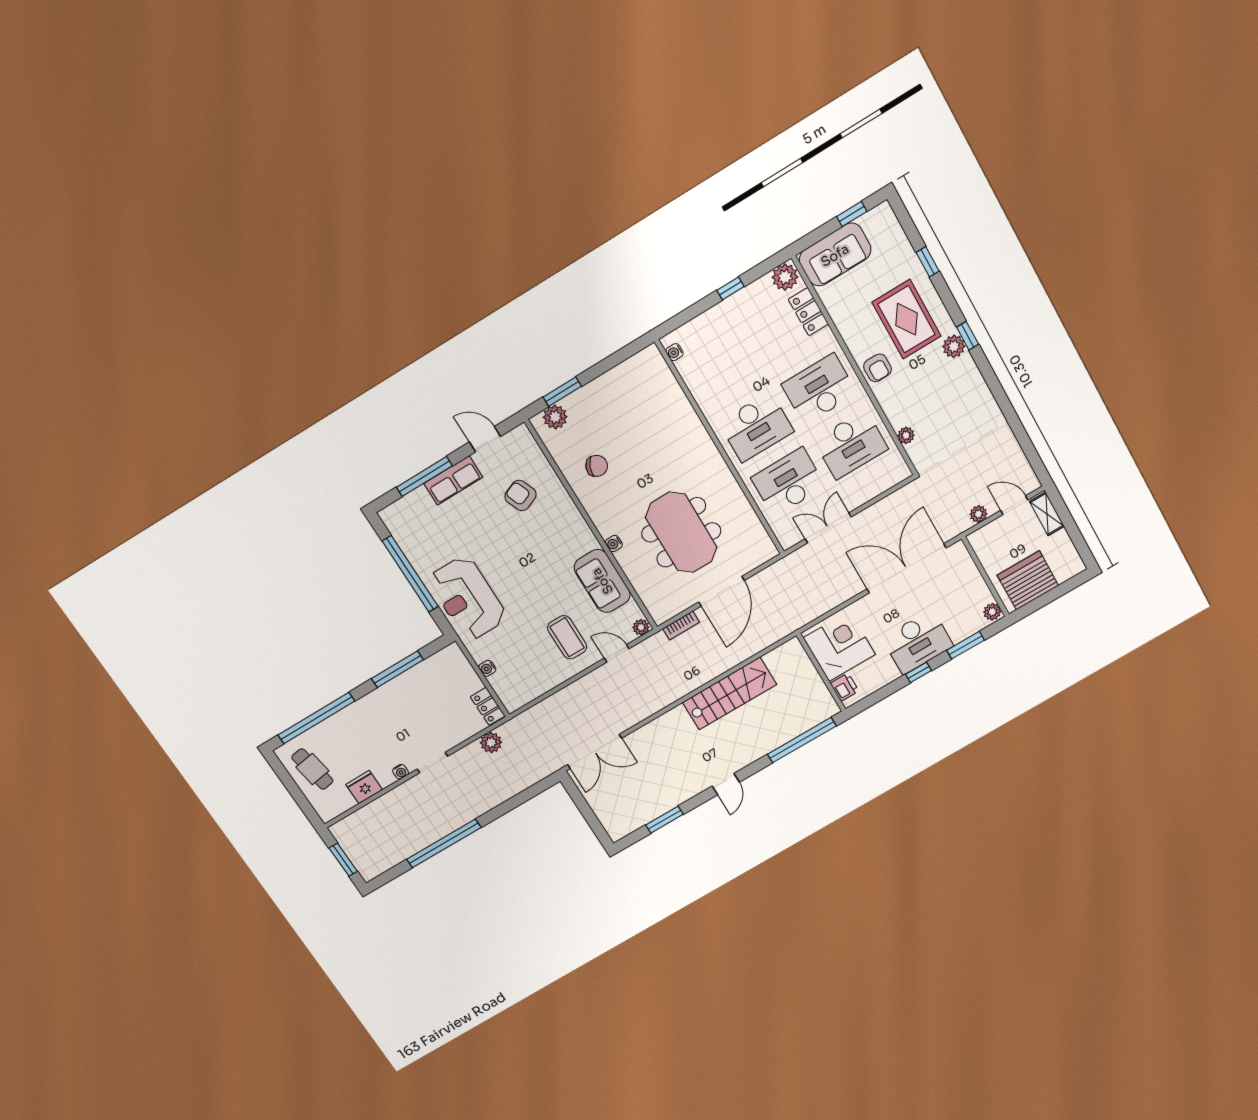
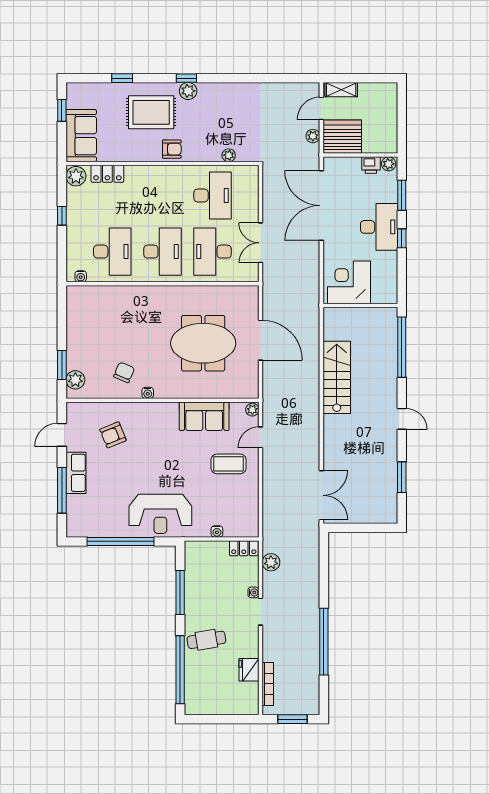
desk: (819, 389) -> (112, 252), moved, turned 180
water cooler: (614, 544) -> (148, 393), moved
server rack: (1028, 580) -> (342, 137), moved, turned 90
bookcase: (681, 625) -> (268, 684), moved, width x1.56
printer: (845, 687) -> (371, 165), moved, turned 180
cafe table: (312, 769) -> (206, 640), moved
water cooler: (401, 772) -> (253, 592), moved

